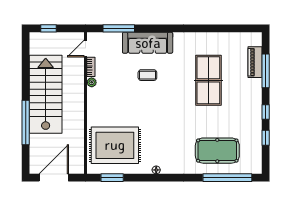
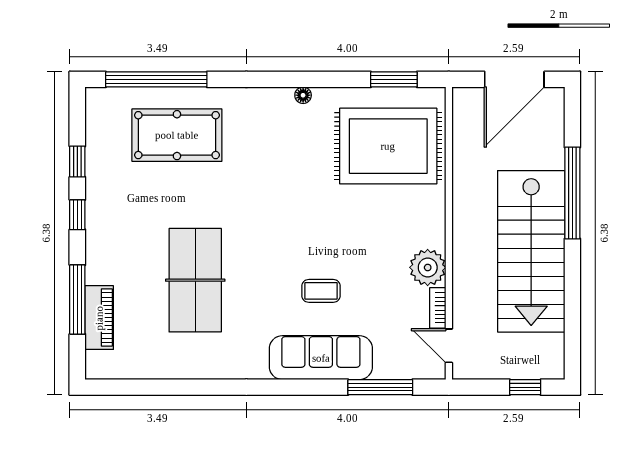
door: (85, 48) -> (449, 346), swing flipped
plant: (92, 82) -> (428, 267), width x1.88, depth x1.88

